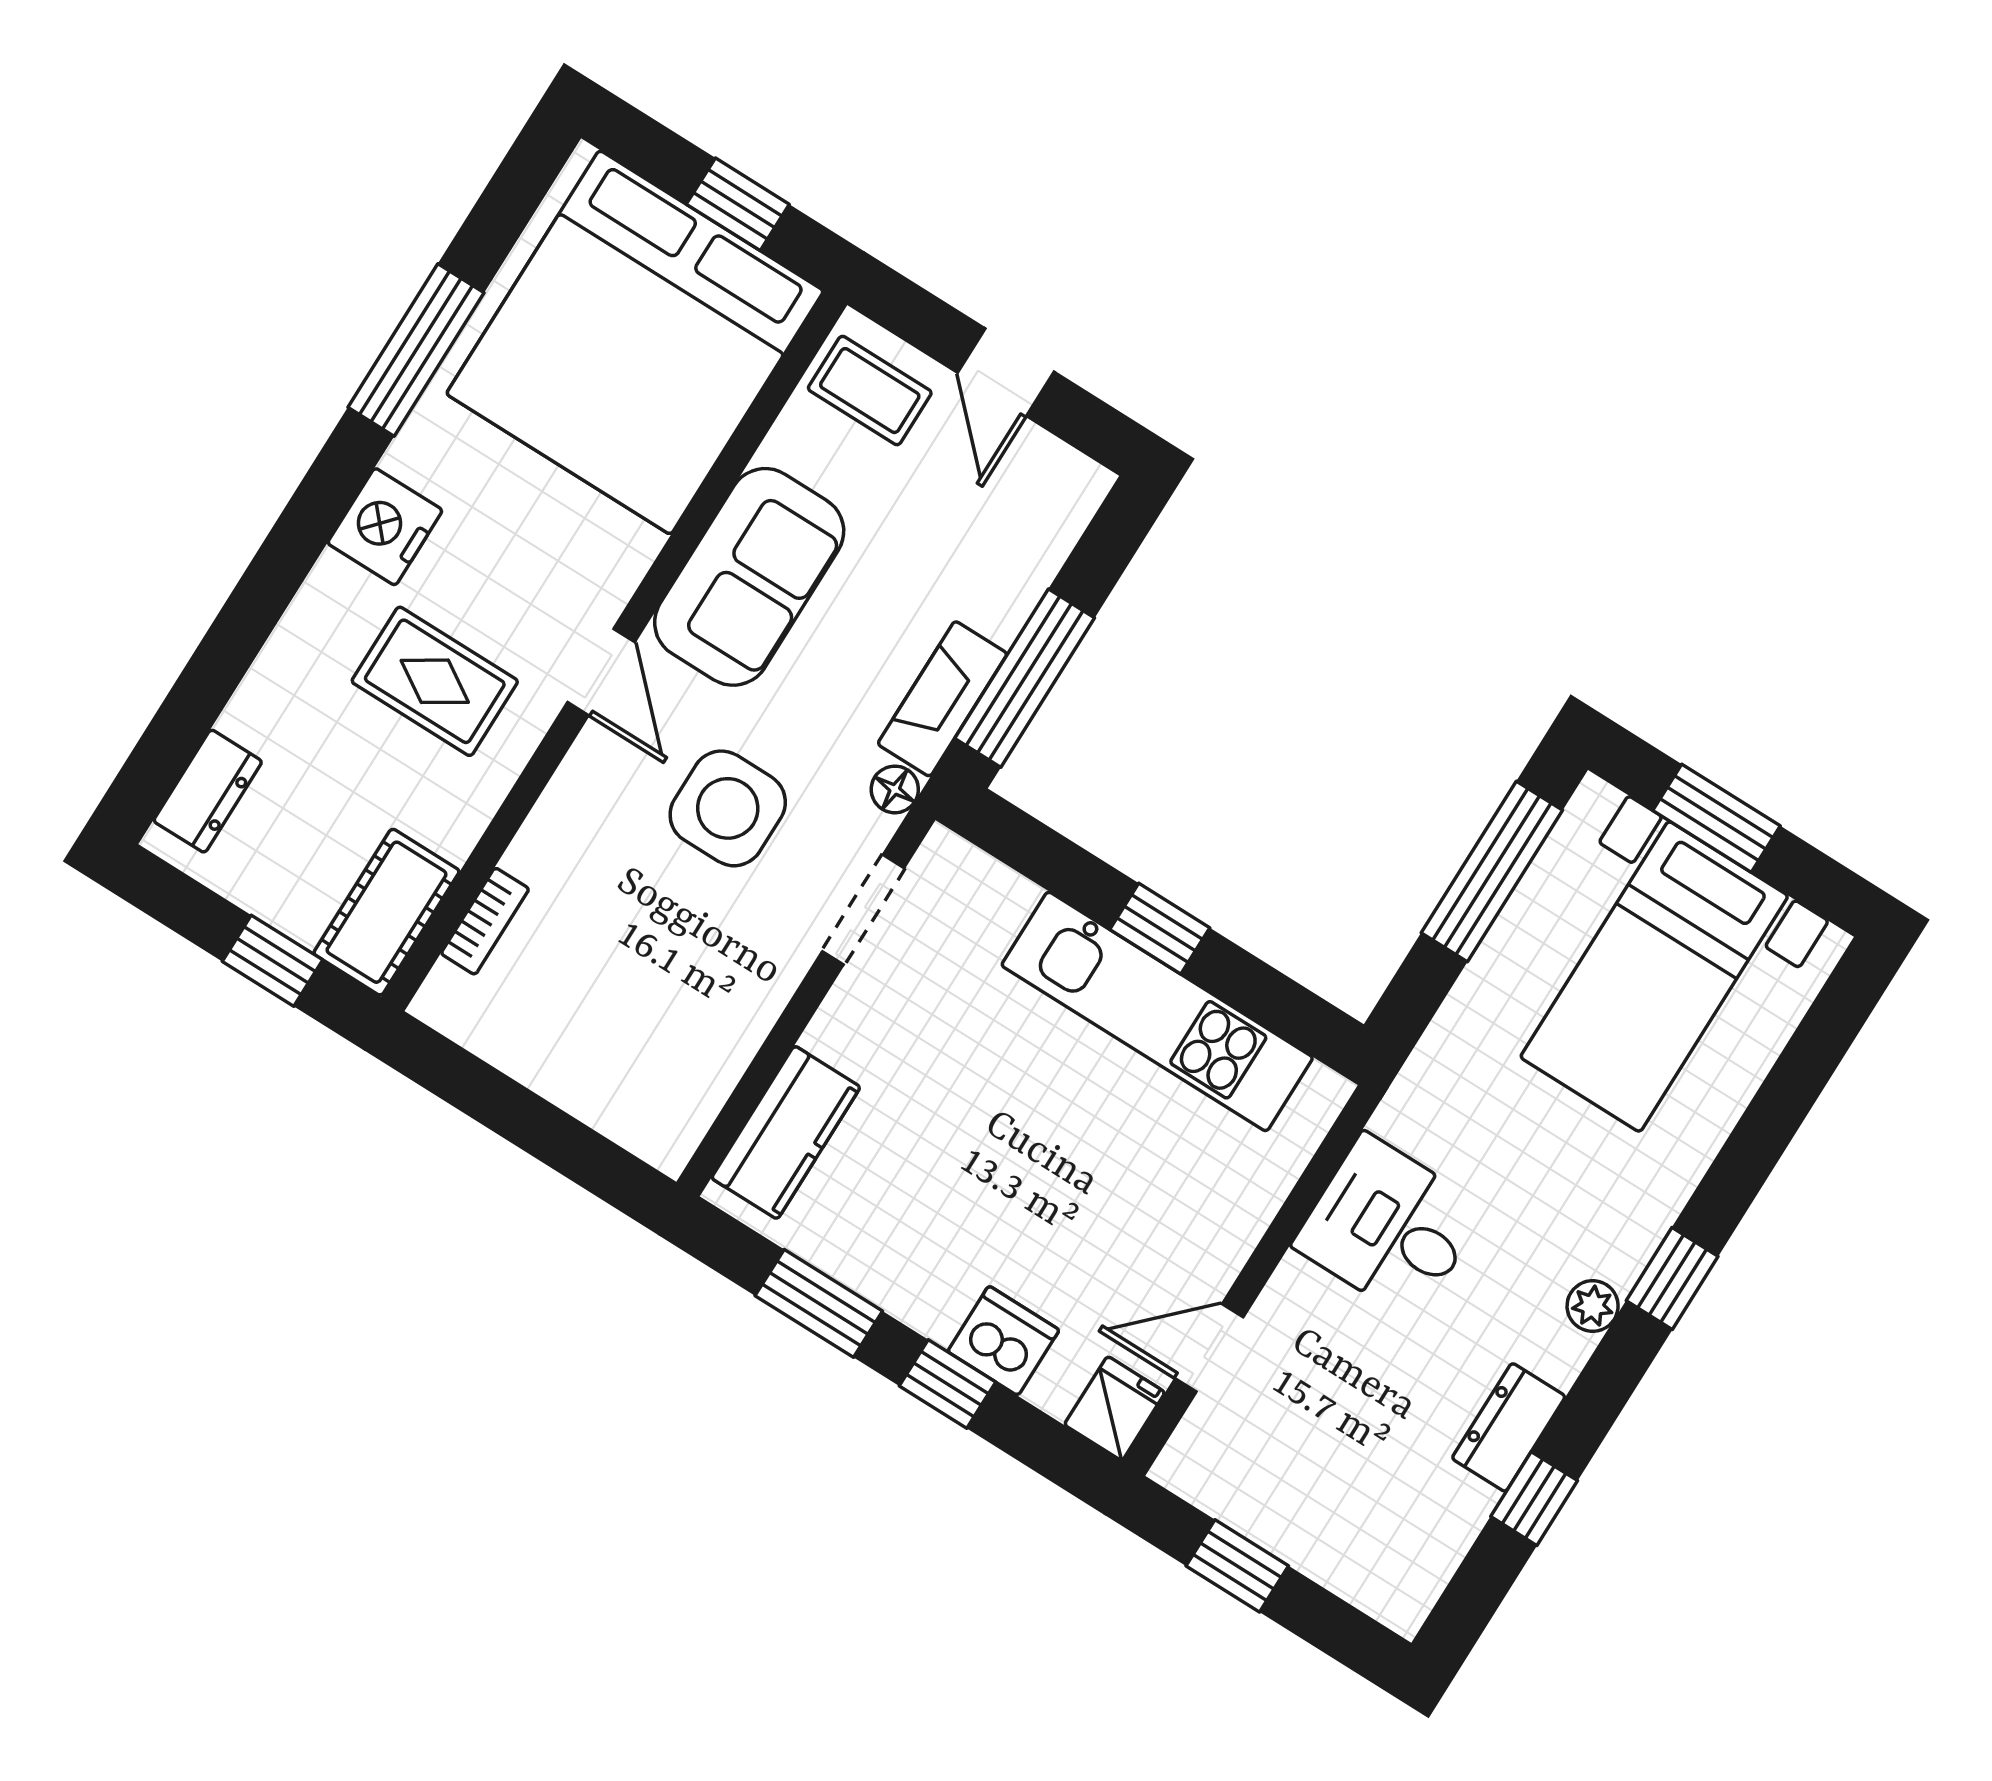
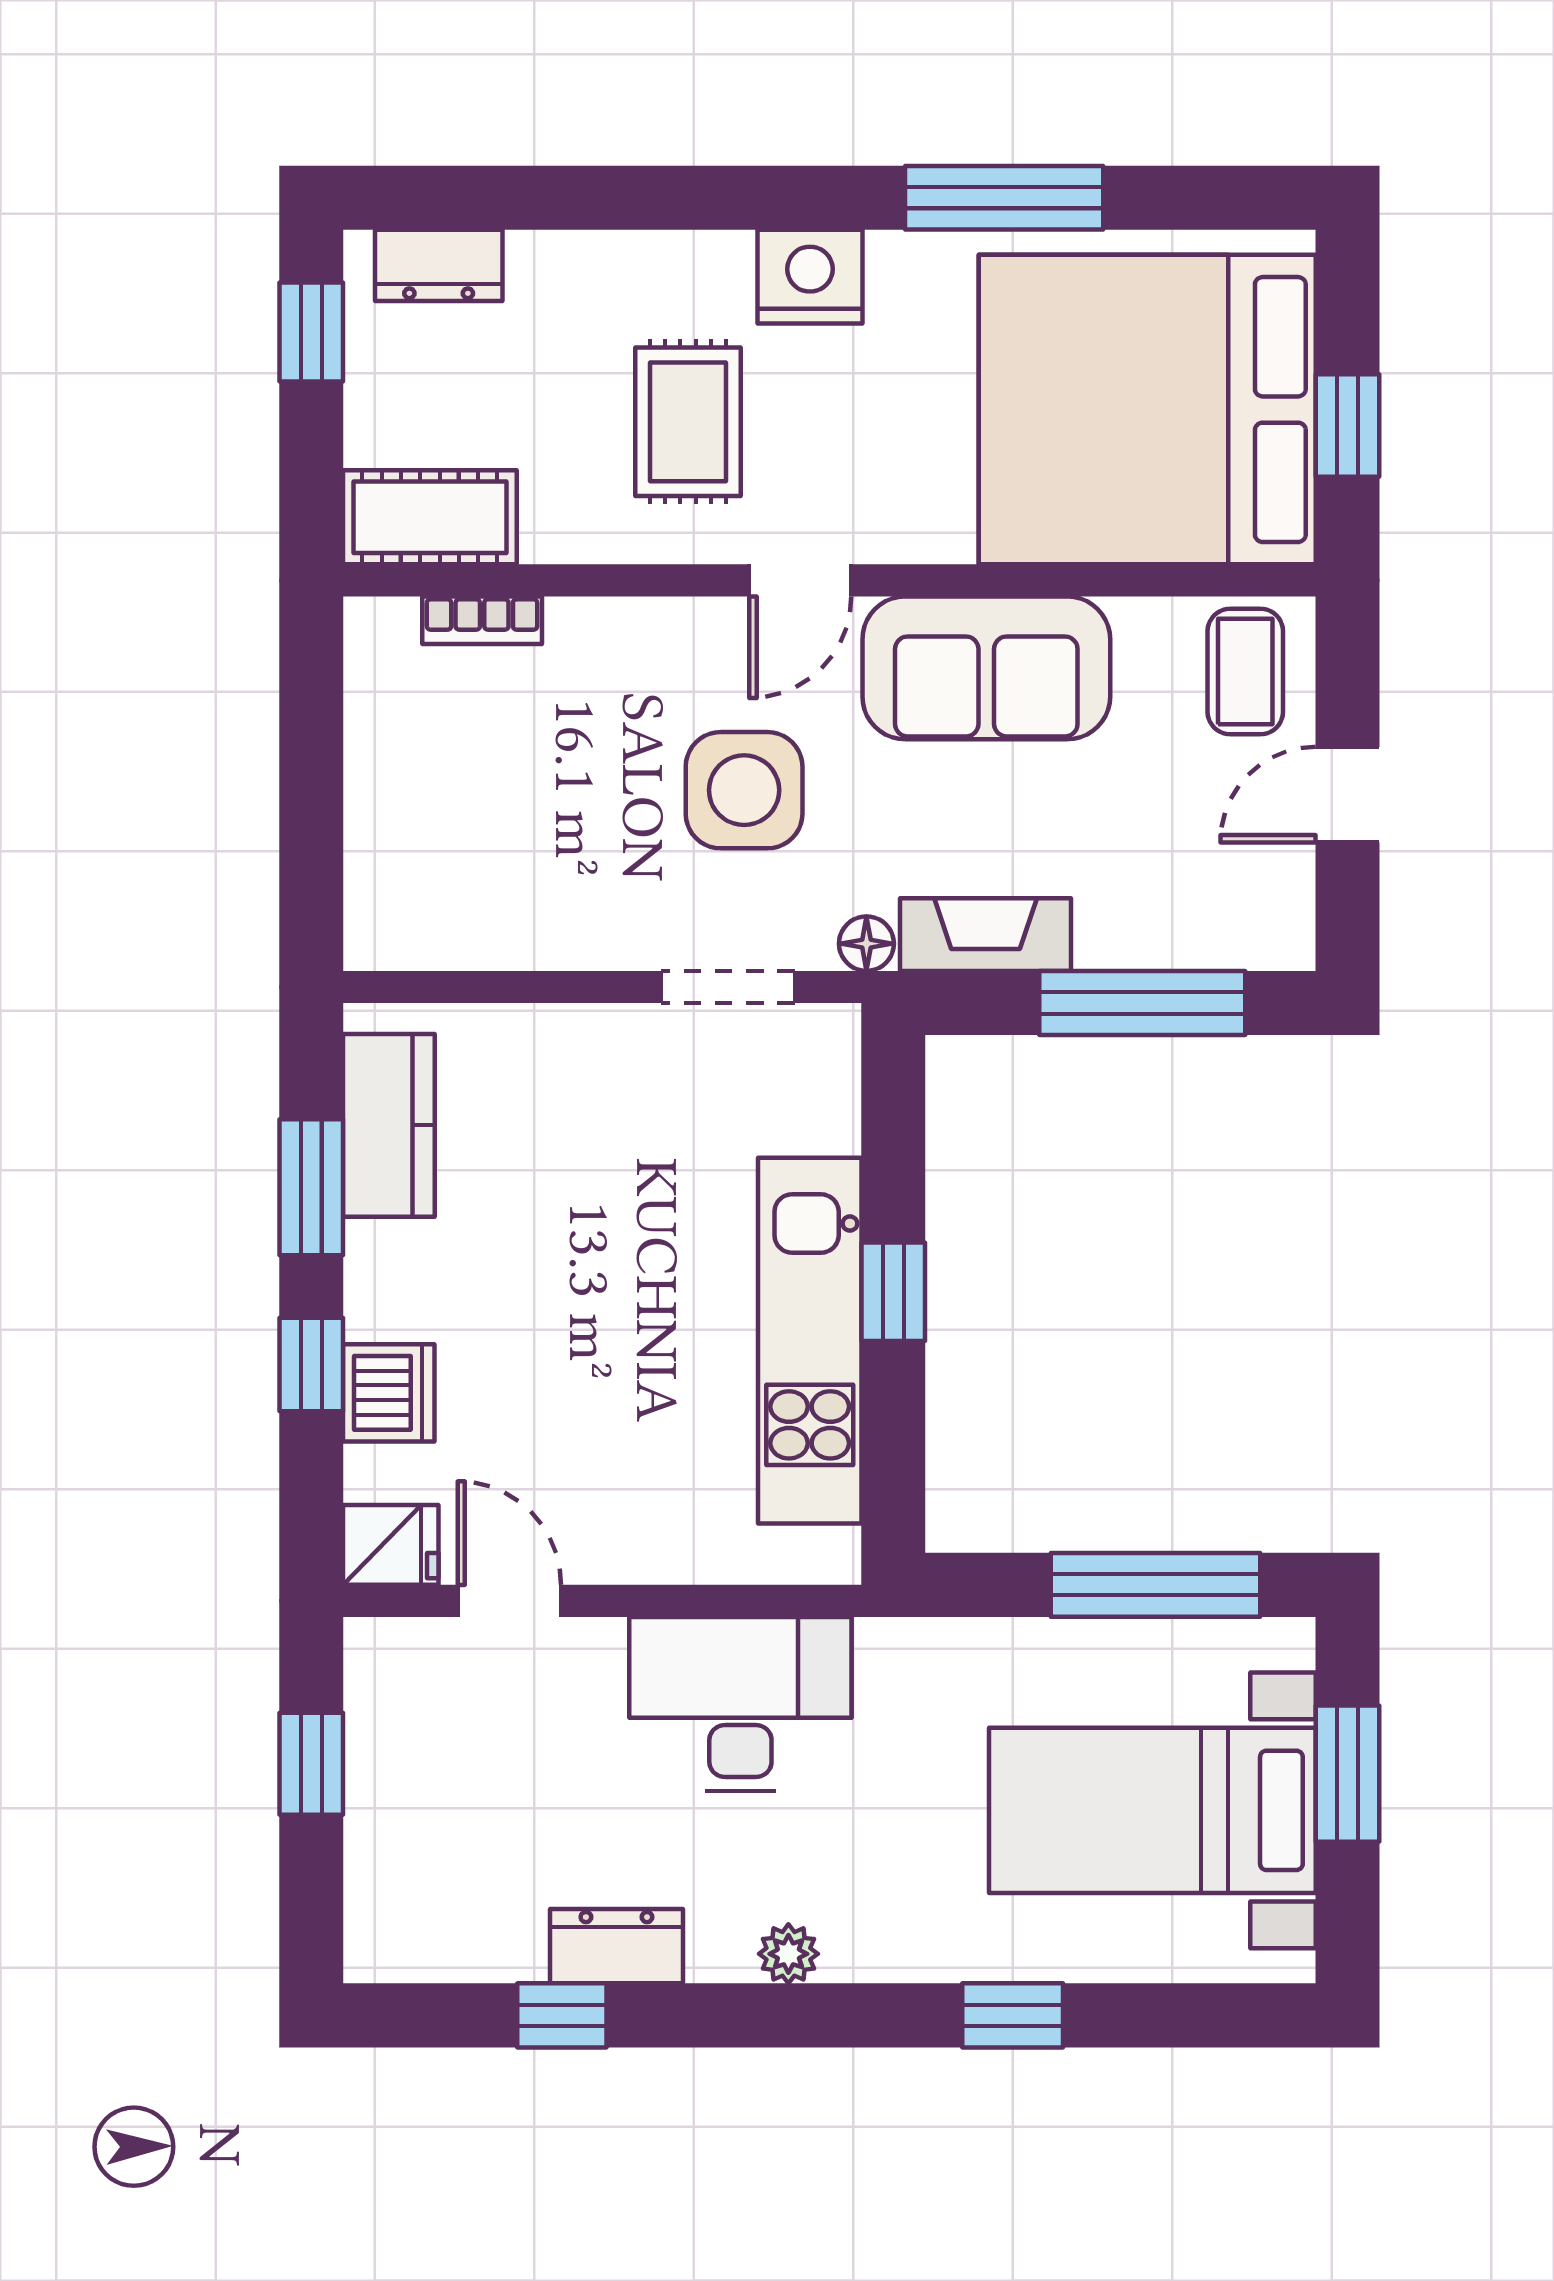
window: (1025, 678) -> (1142, 1003), moved
window: (272, 961) -> (311, 332), moved
kitchen counter: (786, 1133) -> (389, 1125), moved, turned -90
desk: (1389, 1227) -> (740, 1704), width x1.37
window: (1672, 1278) -> (1013, 2015), moved

